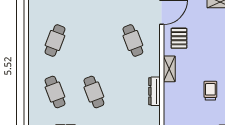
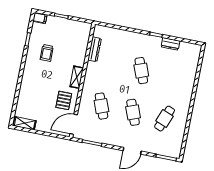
dresser: (154, 91) -> (95, 49), moved
cafe table: (55, 92) -> (133, 112), moved

